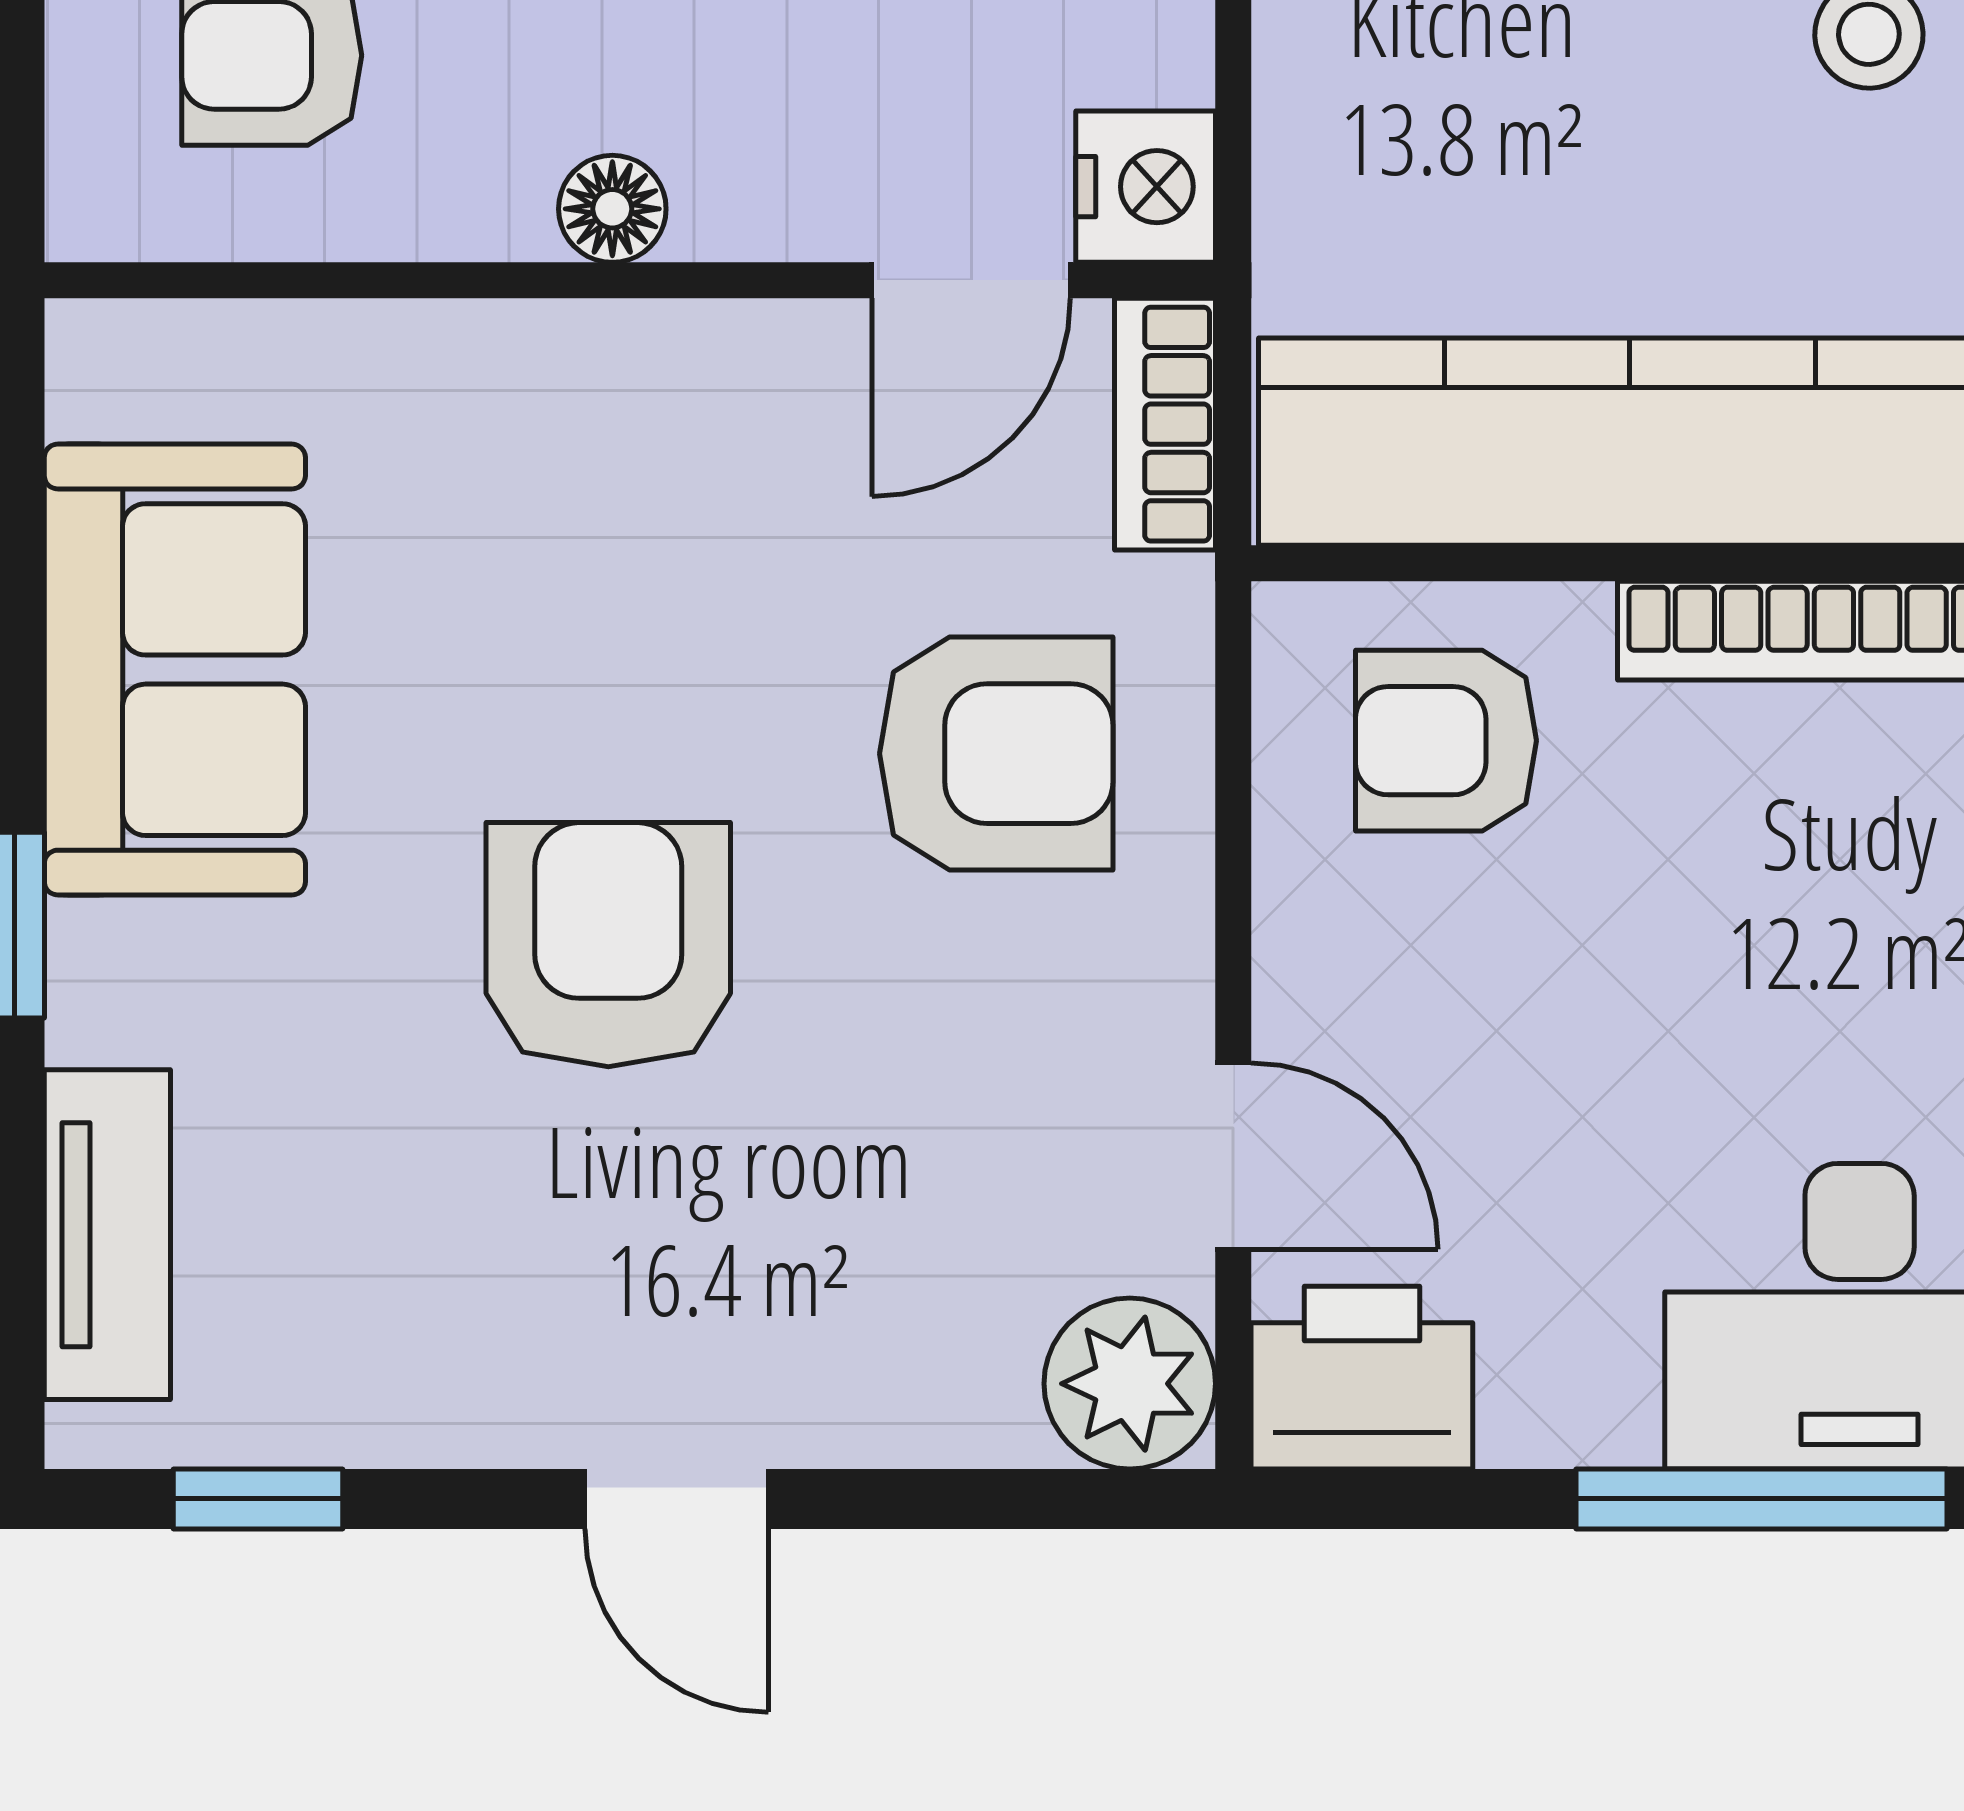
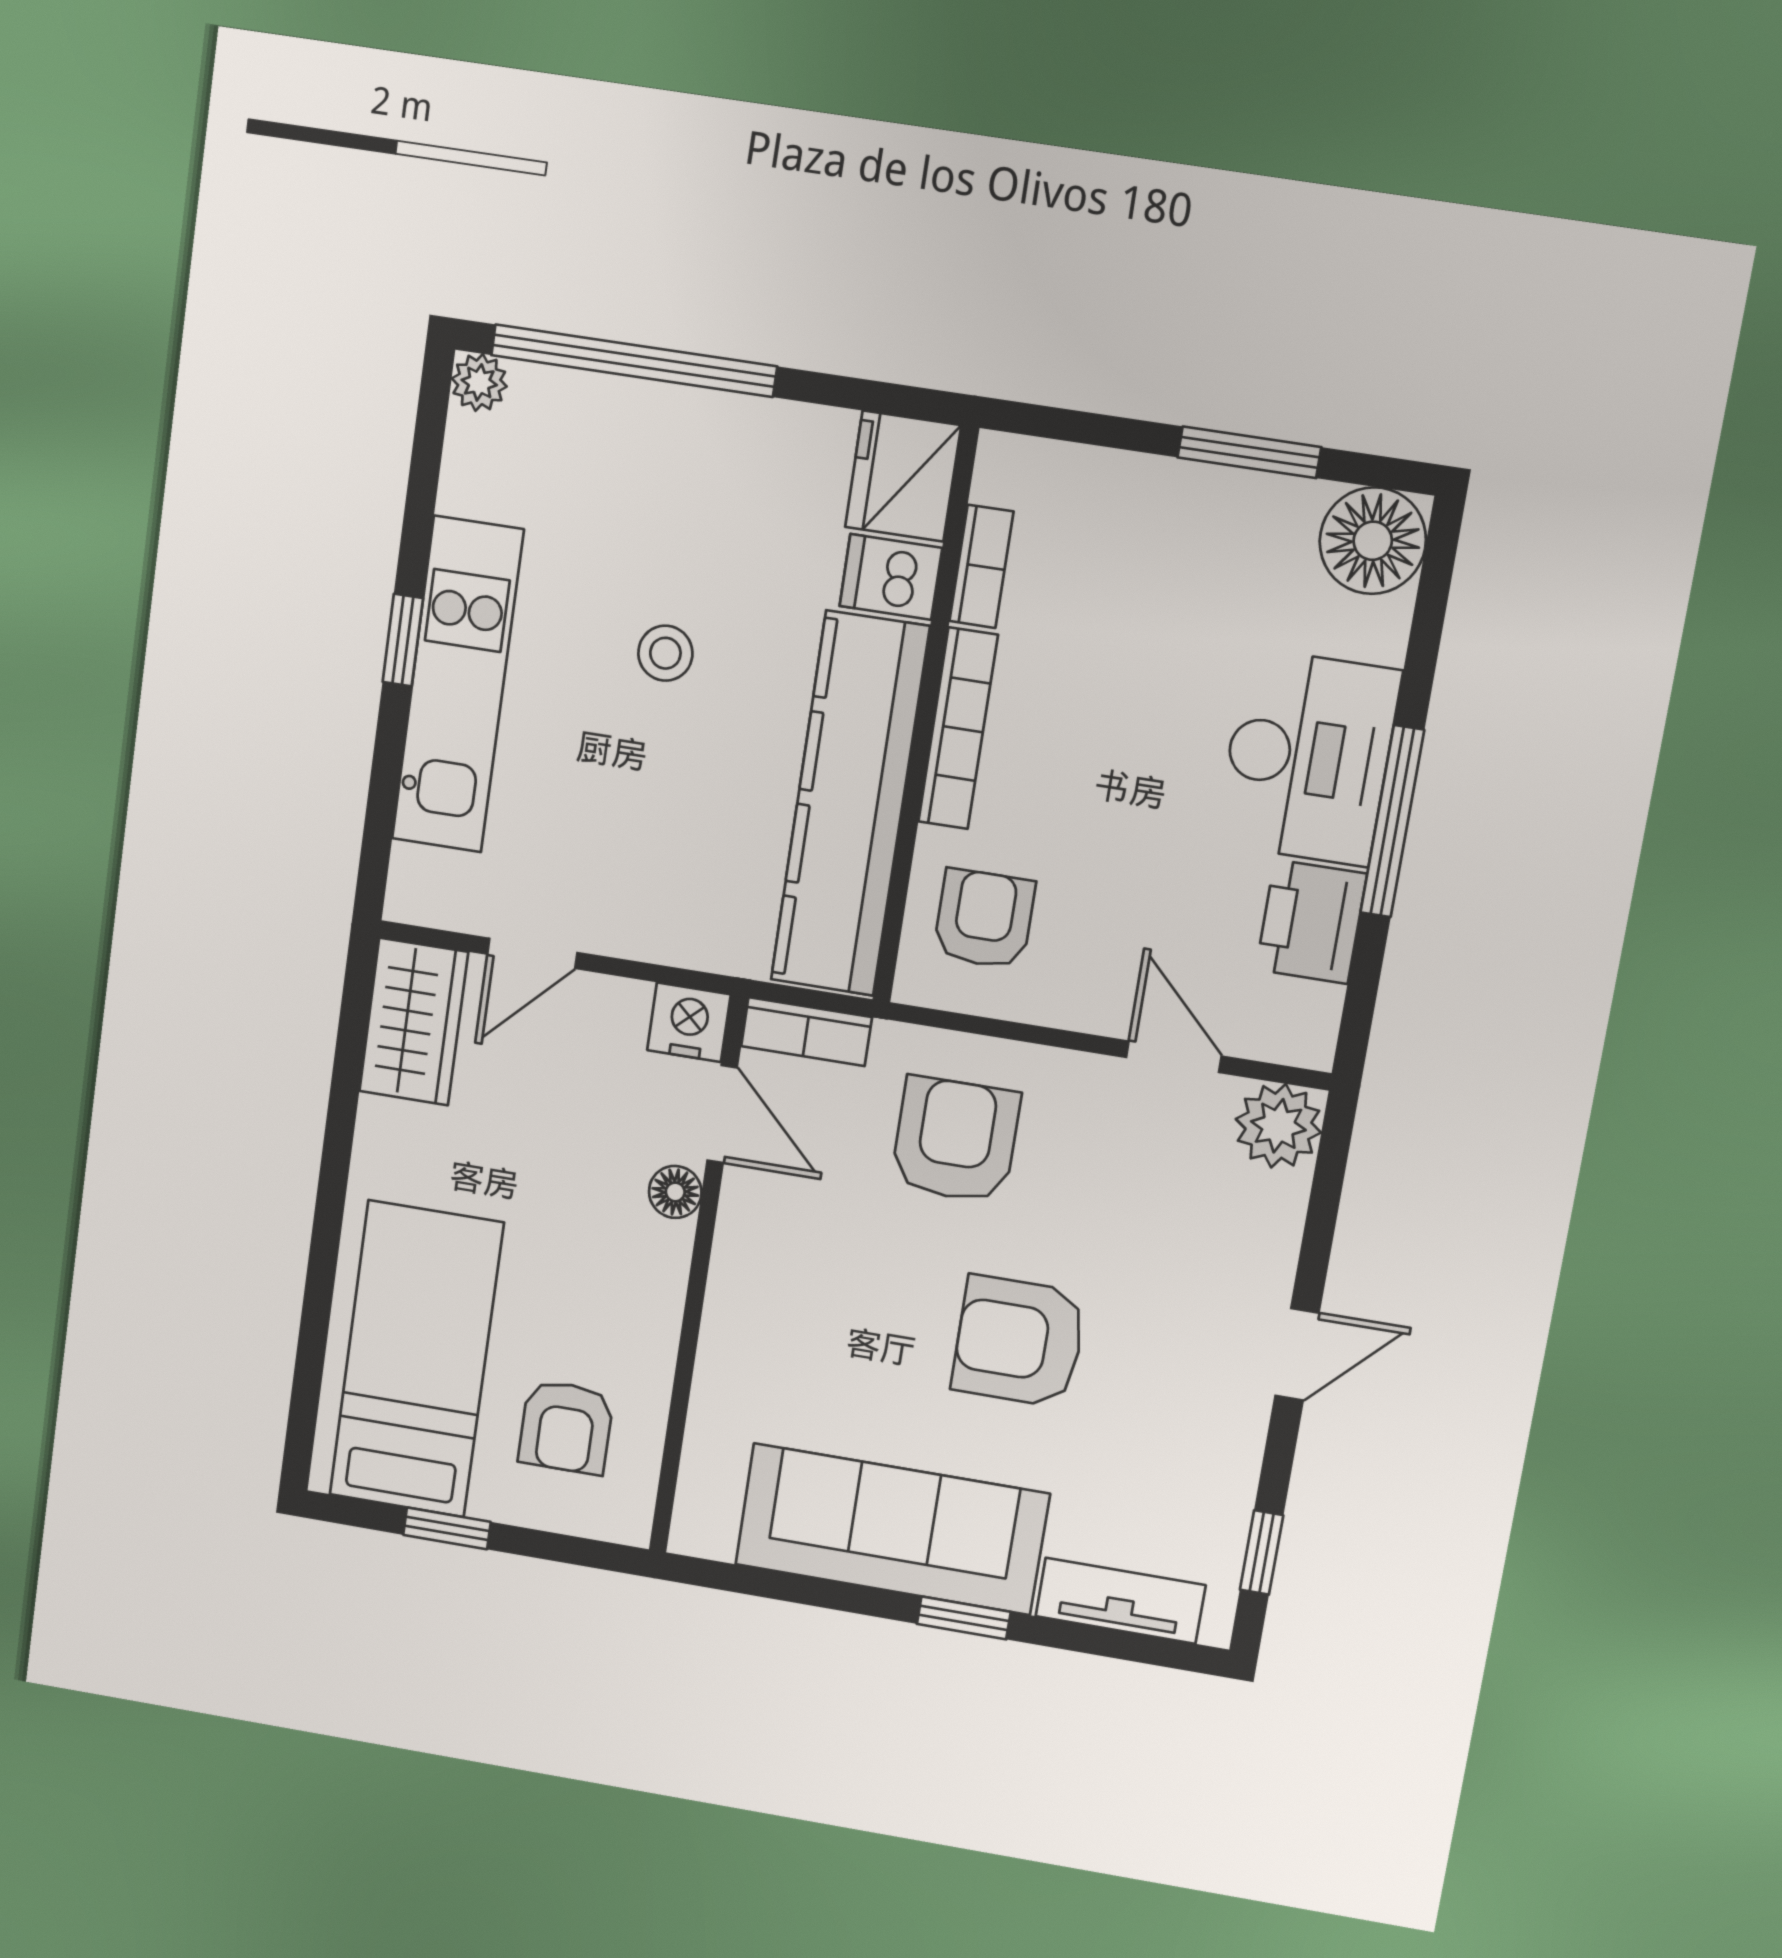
floor lamp: (612, 209) -> (675, 1192), moved
sofa: (175, 670) -> (892, 1529), width x1.36
armchair: (1446, 741) -> (984, 919), turned 180
door: (1233, 1156) -> (1174, 1057), hinge flipped
printer: (1362, 1378) -> (1311, 922), moved

